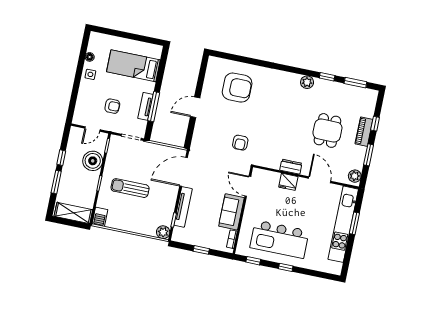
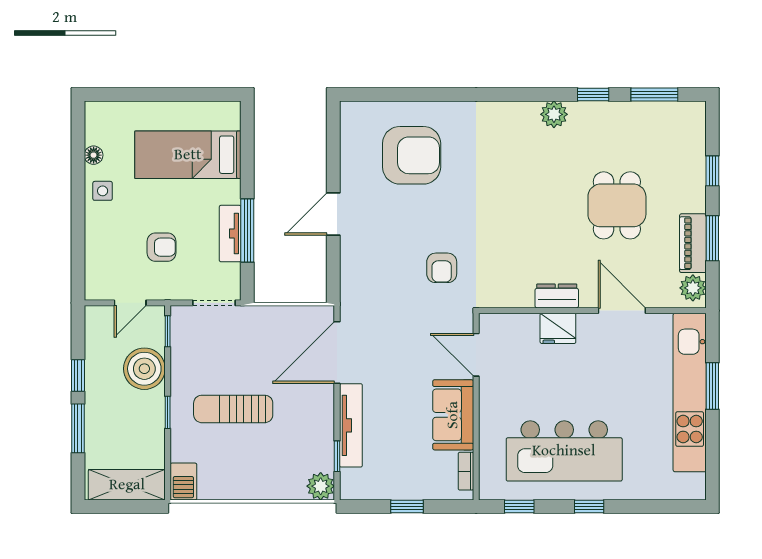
piano: (364, 132) -> (693, 243), moved

